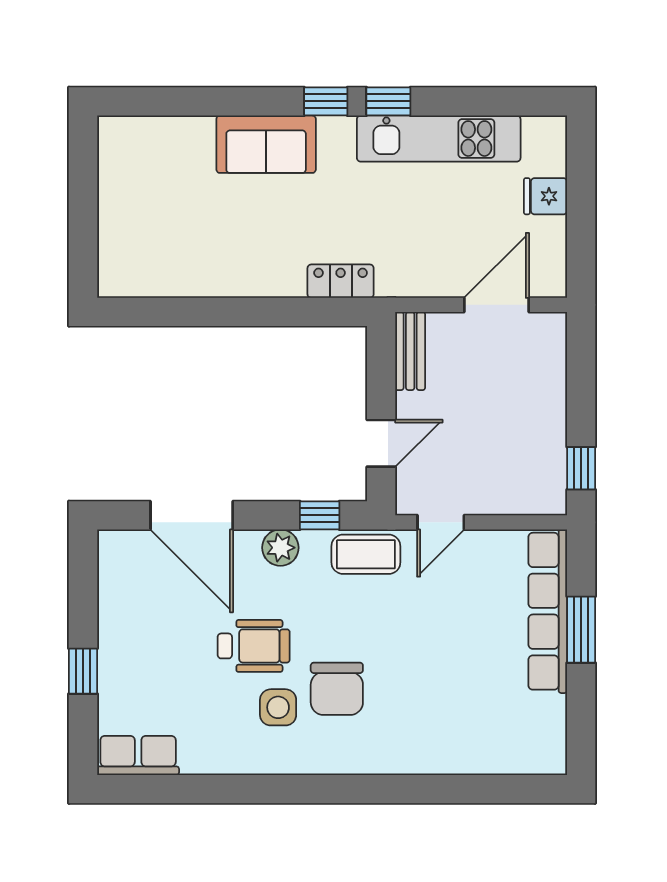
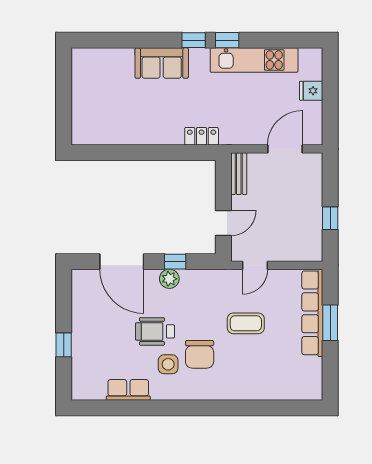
window: (581, 468) -> (330, 218), moved
window: (320, 515) -> (175, 262), moved
coffee table: (366, 554) -> (246, 323), moved
wheelchair: (254, 646) -> (155, 331), turned 180
row of seats: (138, 755) -> (128, 390), moved

